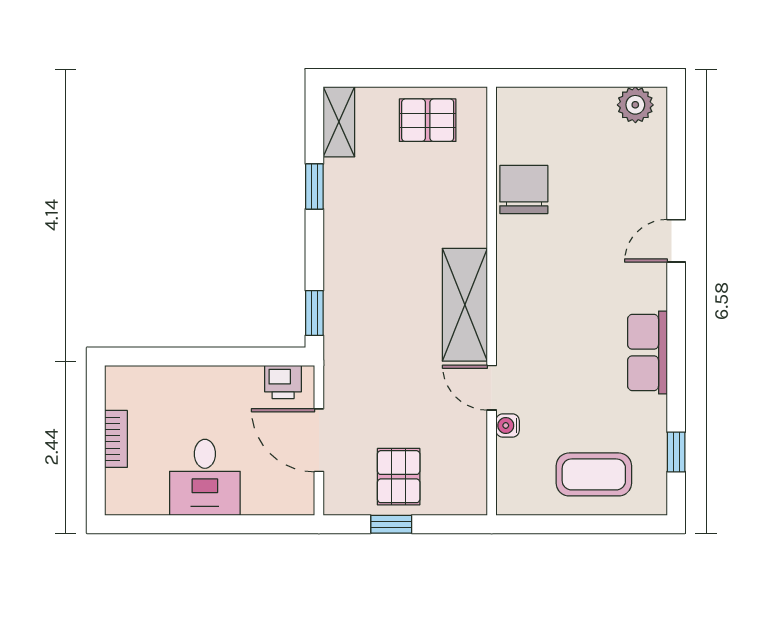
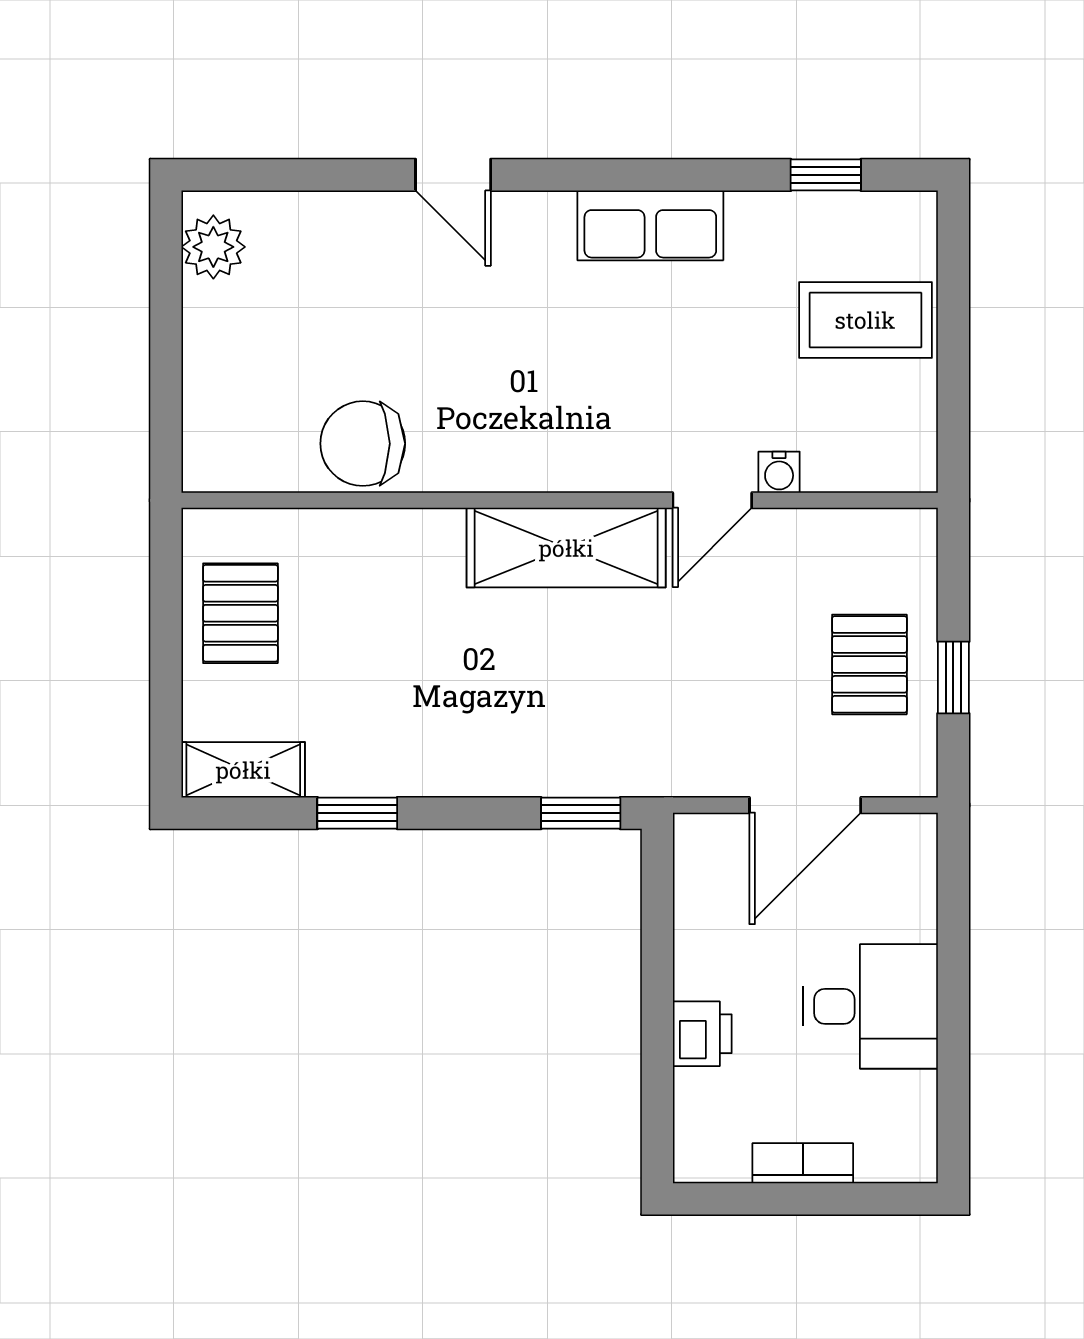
printer: (283, 382) -> (702, 1034), moved
coffee table: (594, 474) -> (865, 320), turned 90
pallet: (399, 477) -> (869, 664), turned 90

